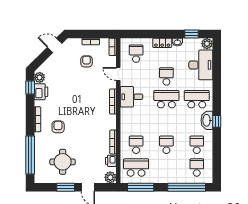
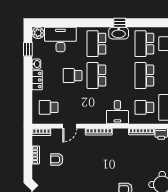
desk: (131, 97) -> (117, 112), moved
school desk: (166, 145) -> (144, 76), width x1.85
school desk: (197, 145) -> (144, 44), width x1.85

